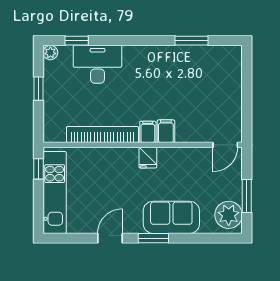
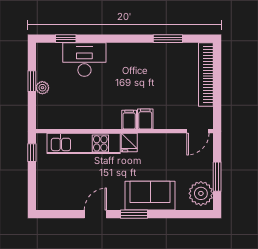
plant: (50, 53) -> (42, 88), moved
bookcase: (102, 135) -> (206, 75), moved, turned -90
kitchen unit: (55, 192) -> (84, 143), moved, turned 90

